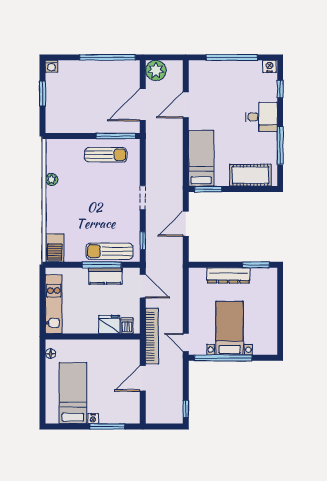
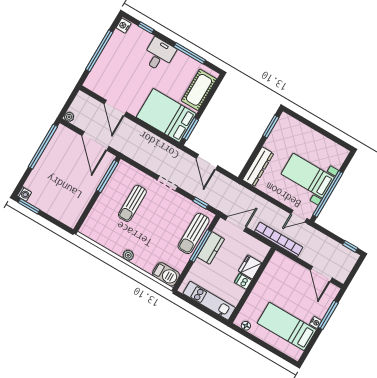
plant: (156, 70) -> (69, 117), width x0.53, depth x0.53
window: (43, 94) -> (29, 206), moved
sun lounger: (106, 155) -> (132, 203), moved, turned 180
bed: (201, 158) -> (166, 115), width x1.50
plant: (52, 179) -> (128, 255), moved
dresser: (228, 275) -> (258, 167), moved
dishwasher: (127, 326) -> (243, 281), moved
door: (143, 378) -> (321, 274), moved

